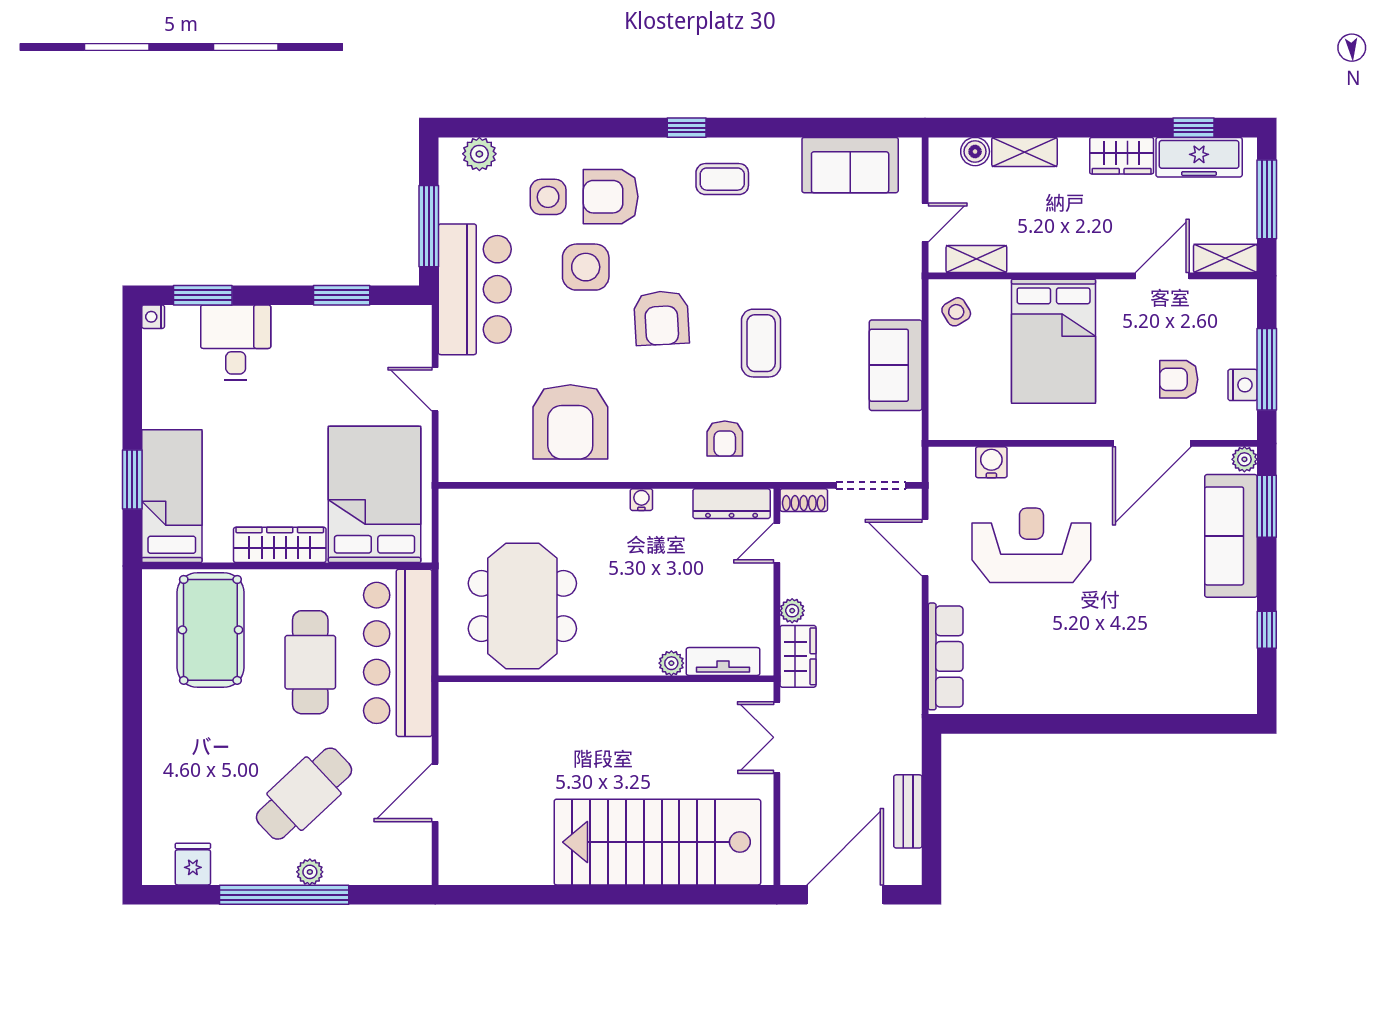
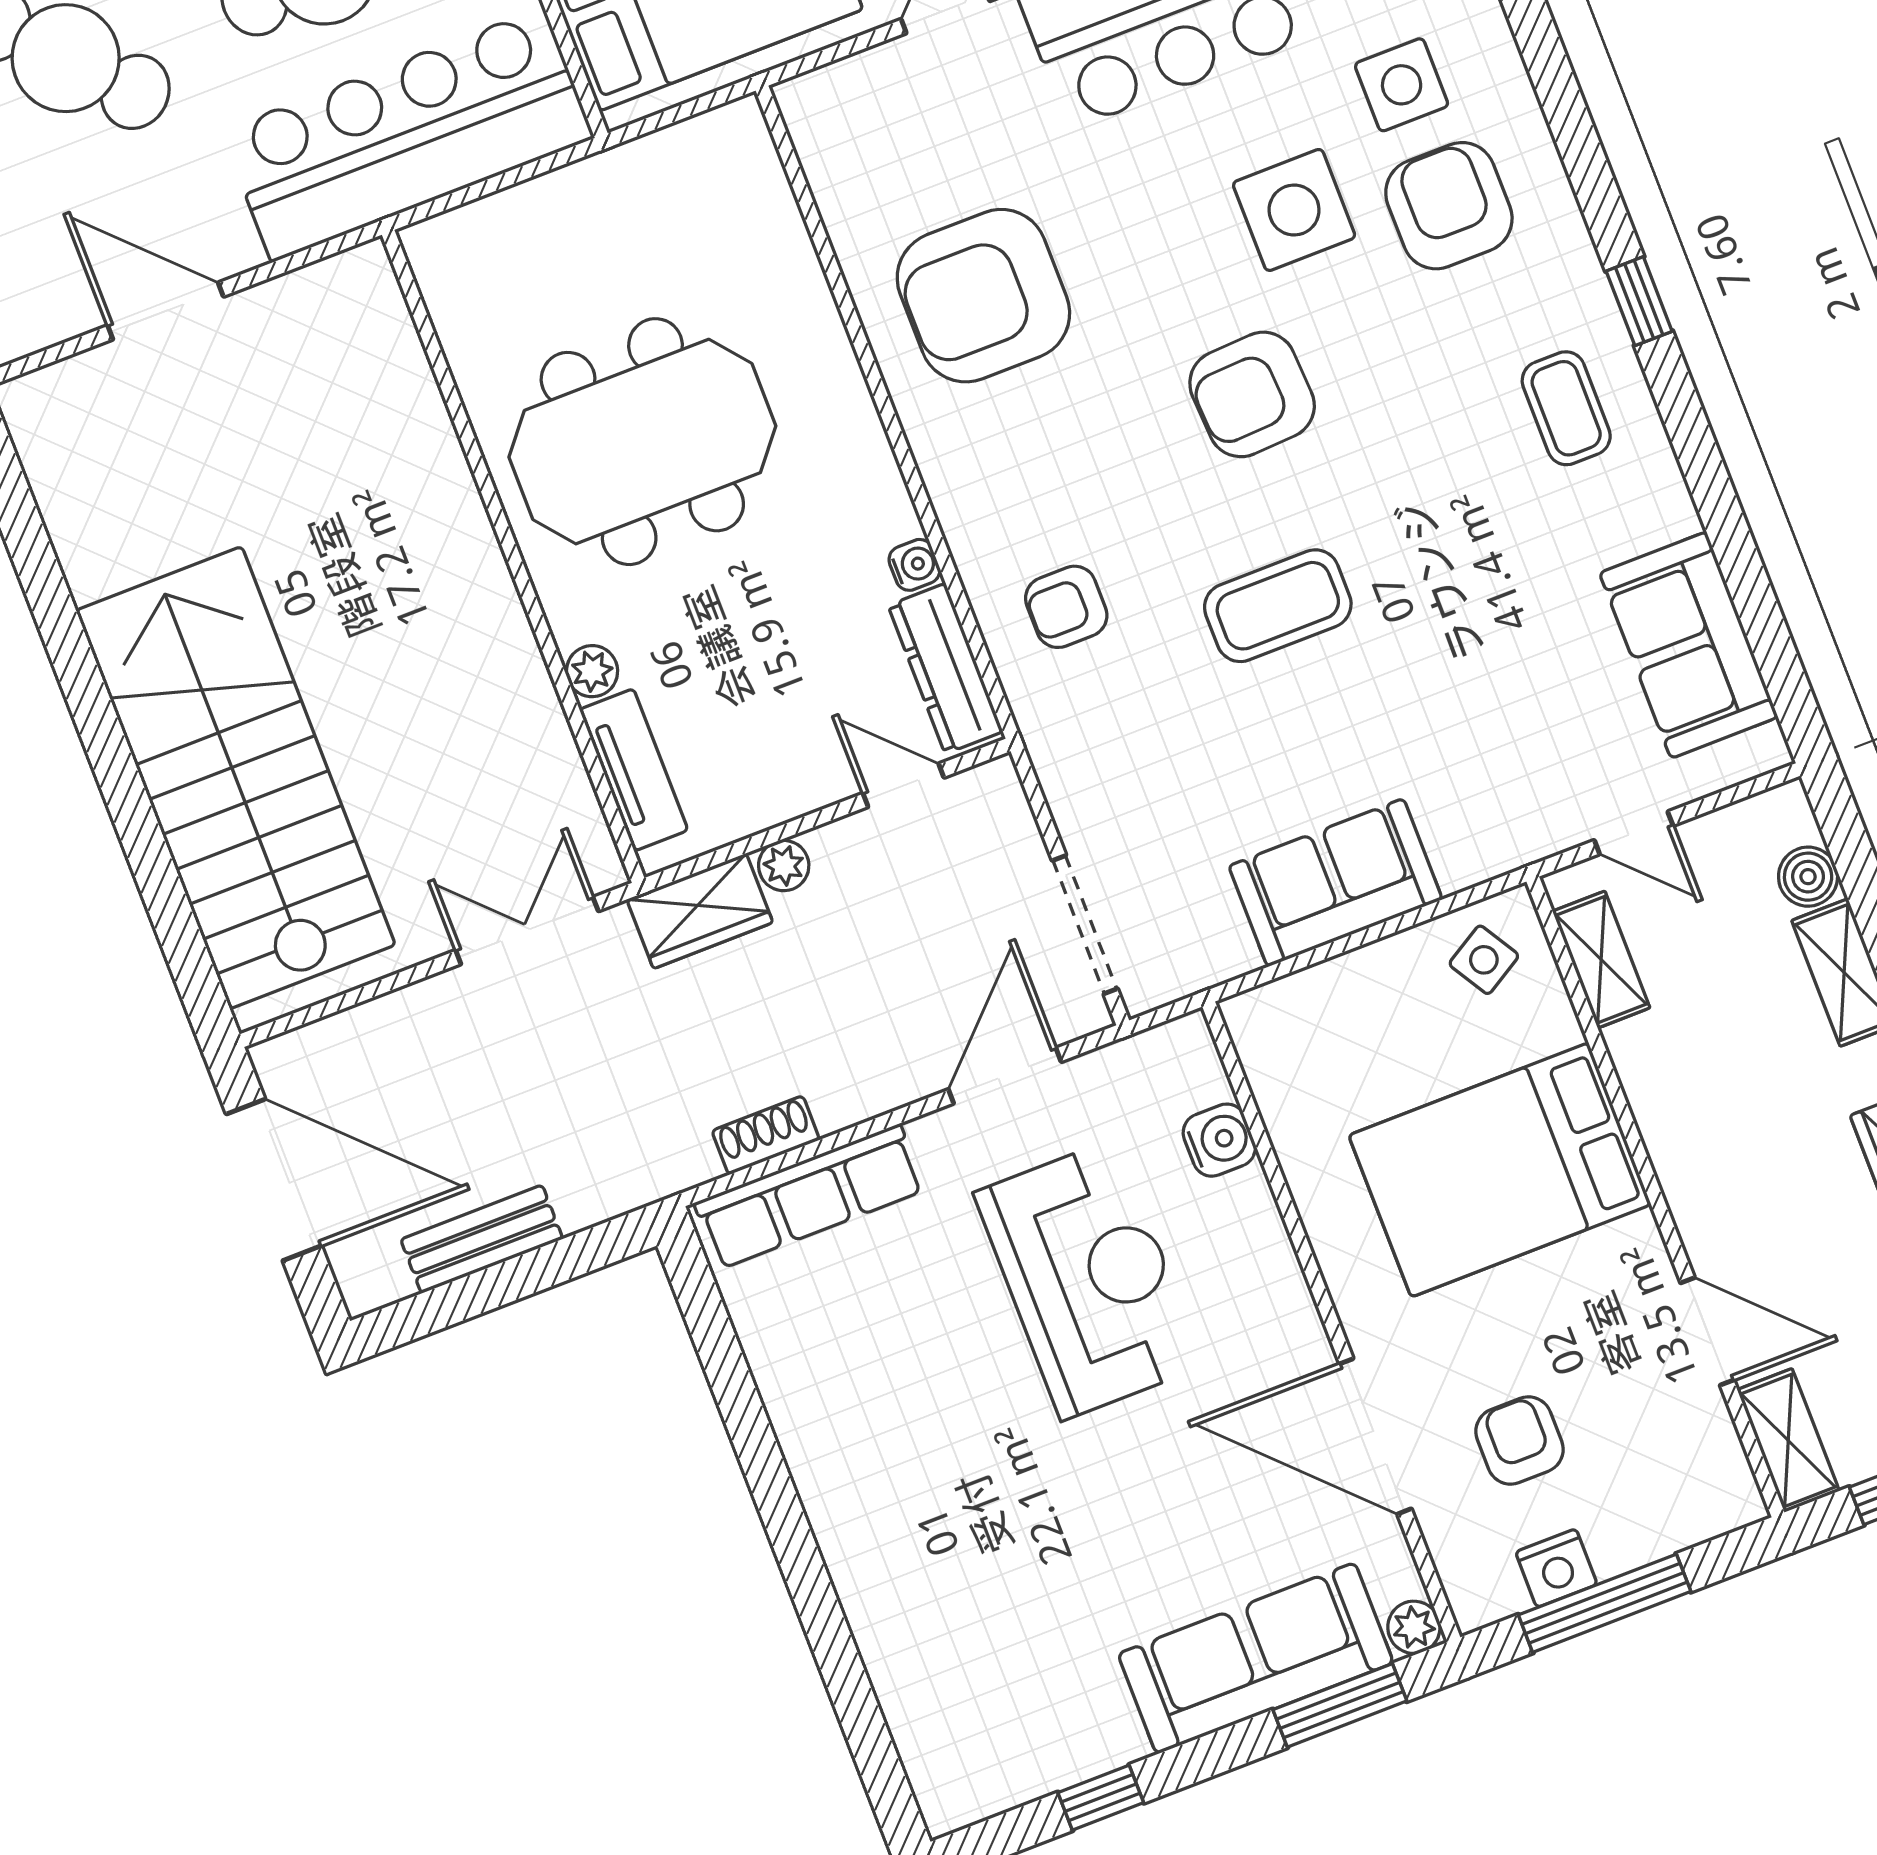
water cooler: (641, 500) -> (914, 565), moved
shoe rack: (804, 500) -> (766, 1135), moved, turned 90
meeting table: (522, 606) -> (642, 442), moved

